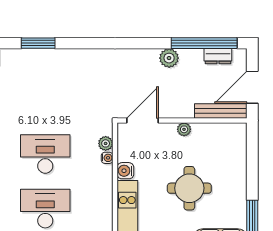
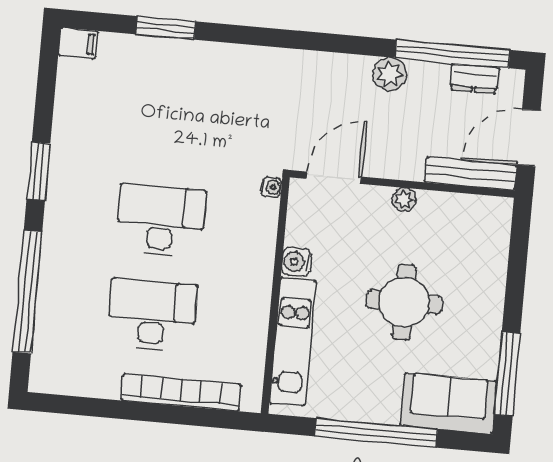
plant: (106, 143) -> (267, 212), removed
water cooler: (107, 158) -> (272, 187), moved

